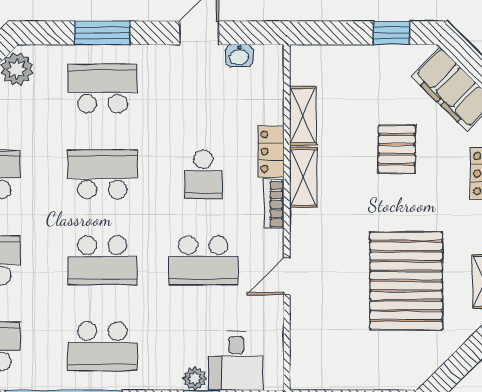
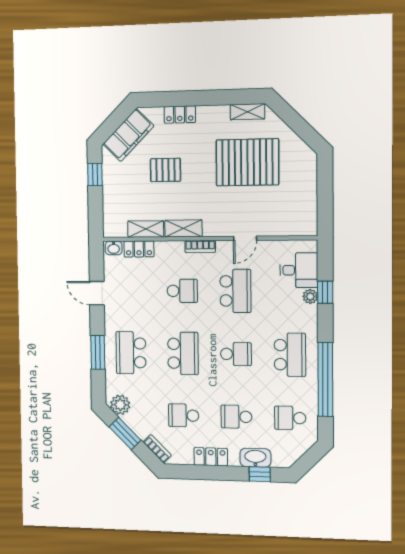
washbasin: (239, 56) -> (114, 248), moved, turned 90
locker: (271, 152) -> (139, 249), moved
school desk: (102, 174) -> (183, 353), turned 180
school desk: (102, 260) -> (236, 354), width x0.54
door: (287, 276) -> (245, 238), hinge flipped

